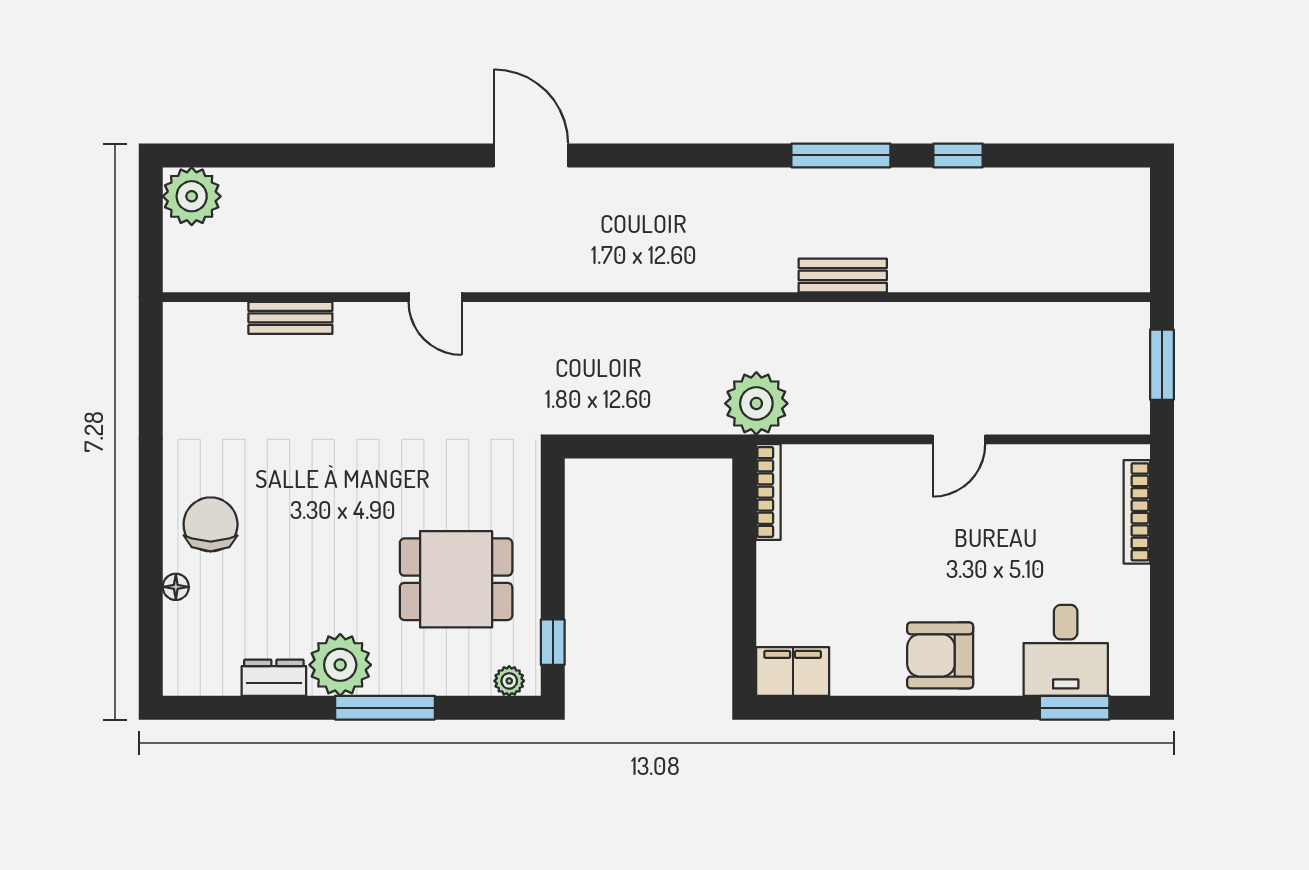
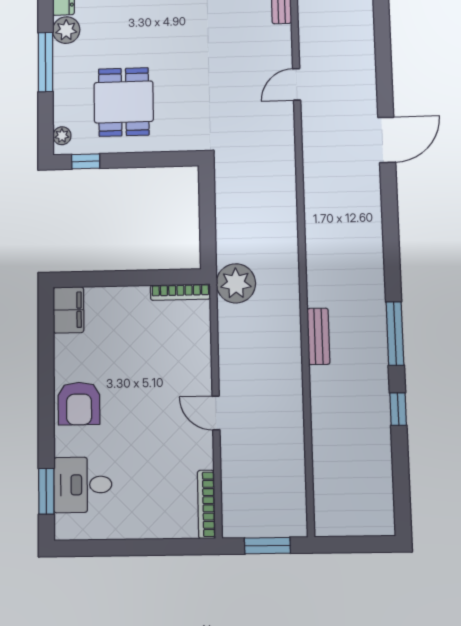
bookcase: (1137, 512) -> (206, 504), moved, turned -90
armchair: (940, 655) -> (79, 403), turned 180
plant: (340, 665) -> (66, 30), width x0.73, depth x0.73

